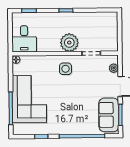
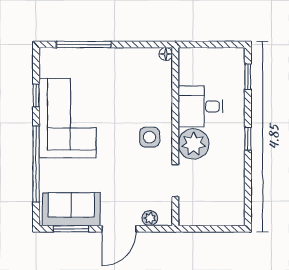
desk: (24, 39) -> (200, 106), moved
corner sofa: (29, 99) -> (67, 118), moved, turned -90

